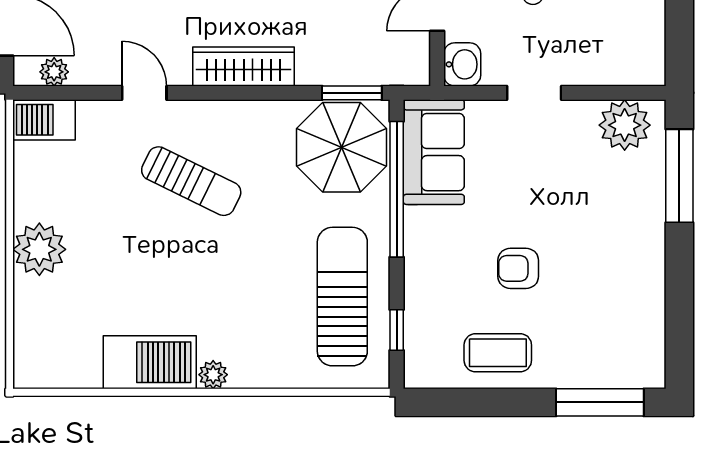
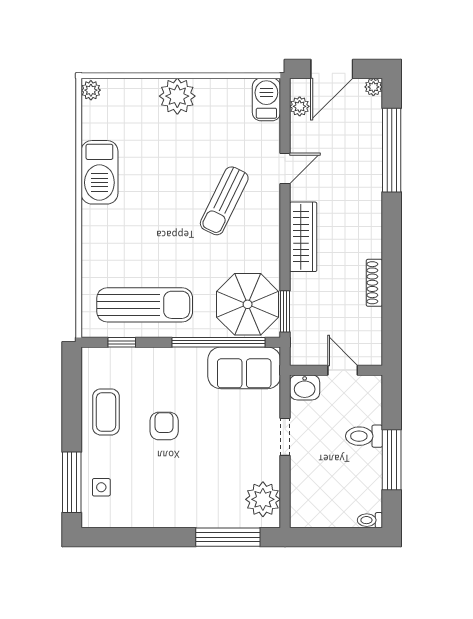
side table: (607, 360) -> (101, 487), added
plant: (213, 375) -> (91, 90), moved

